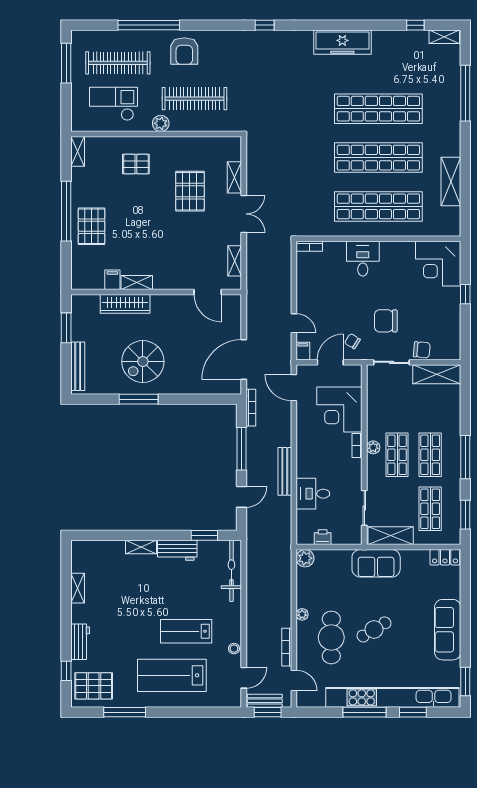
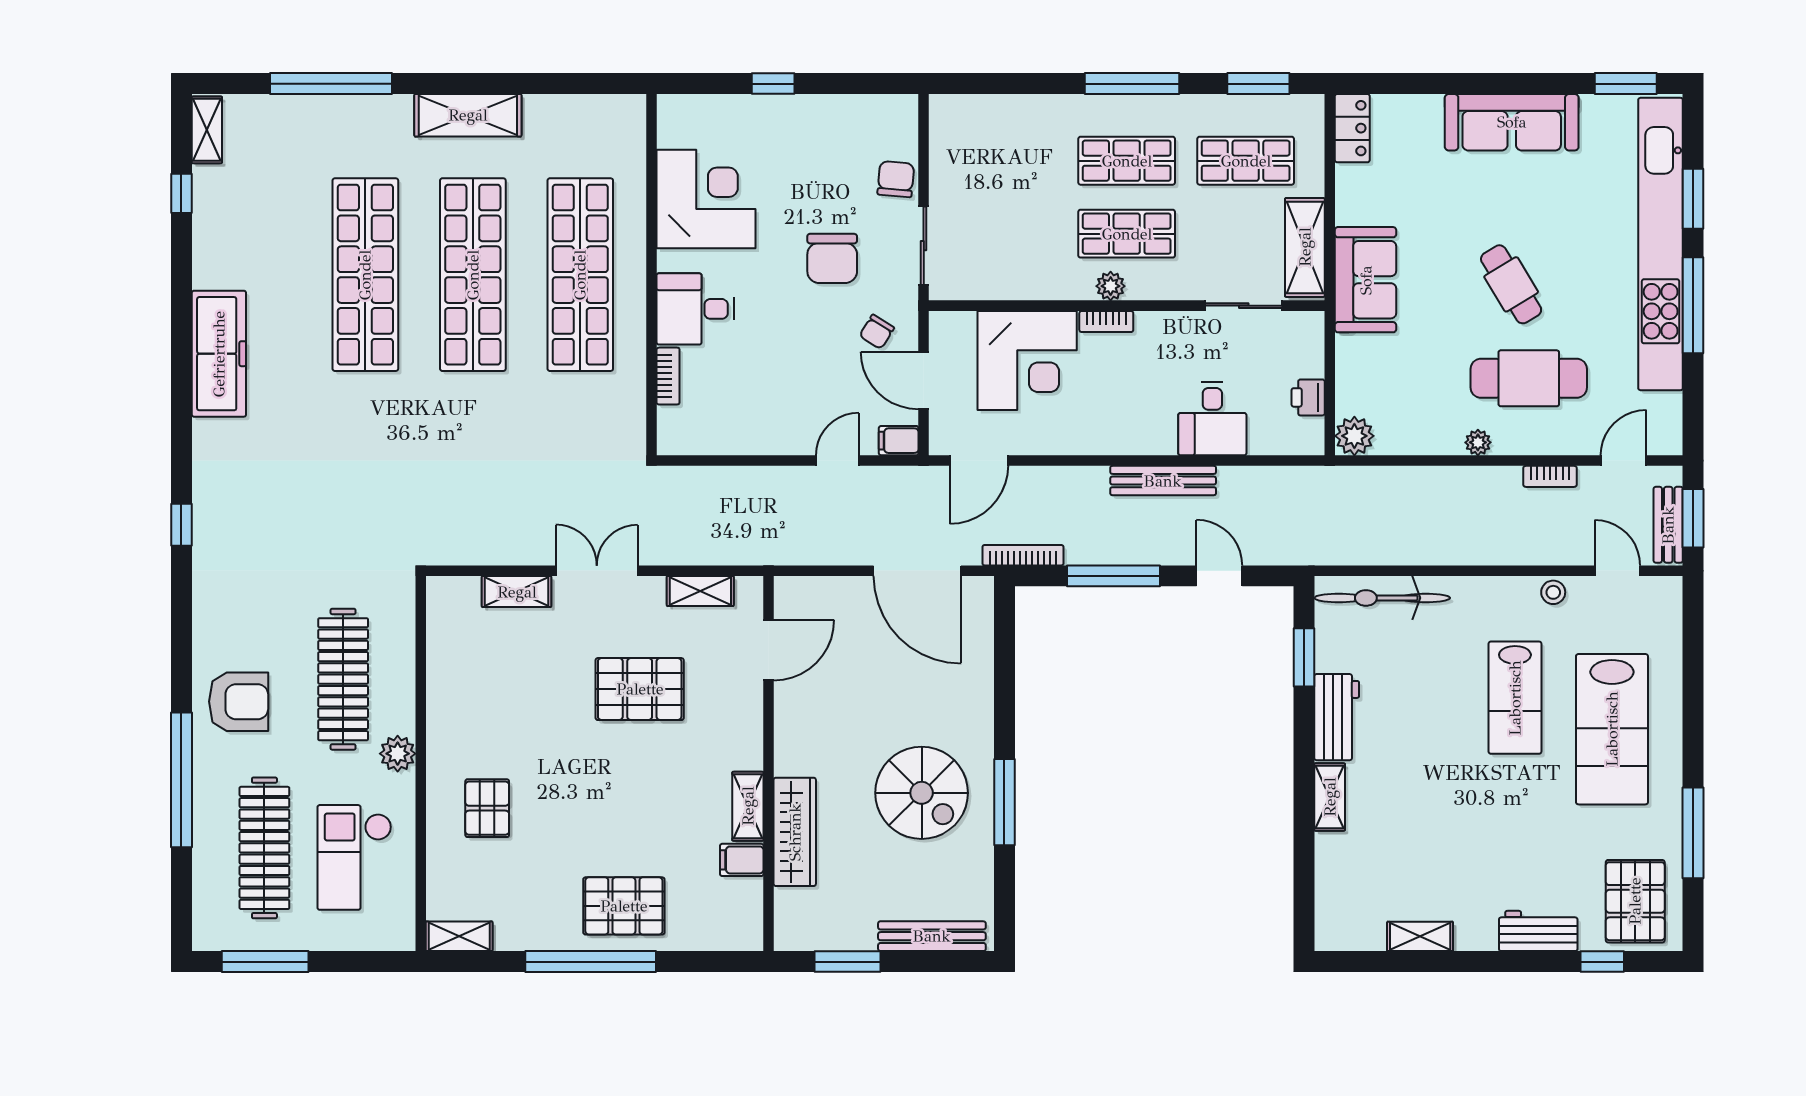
shelving: (451, 182) -> (468, 115), moved
pallet: (190, 191) -> (640, 689), moved
bookcase: (309, 246) -> (668, 376), moved
corner desk: (438, 264) -> (706, 199), moved, turned -90
shelving: (437, 374) -> (950, 146), removed
bookcase: (287, 647) -> (1550, 476), width x0.64

